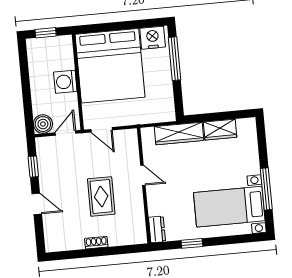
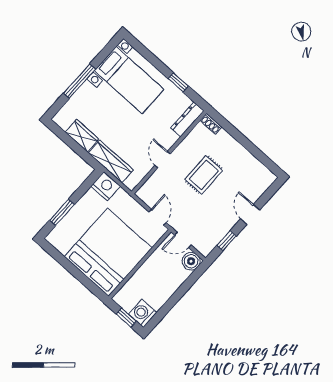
nightstand: (153, 38) -> (106, 186), moved, turned 180
window: (174, 59) -> (62, 212), width x0.69
washing machine: (65, 82) -> (143, 313), moved, turned 180
window: (266, 189) -> (79, 81), moved
dresser: (157, 229) -> (187, 119), width x1.44
shoe rack: (96, 243) -> (211, 124), moved

